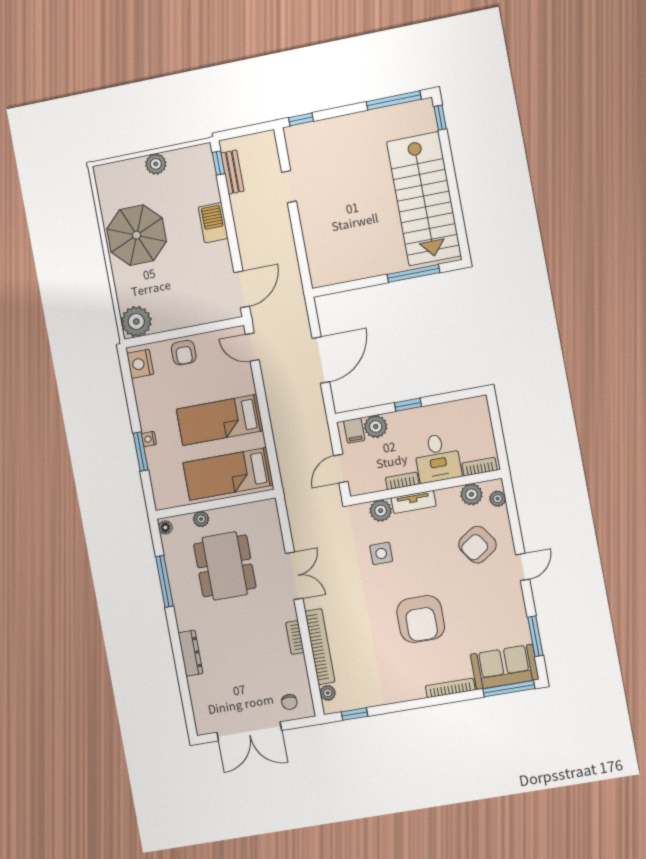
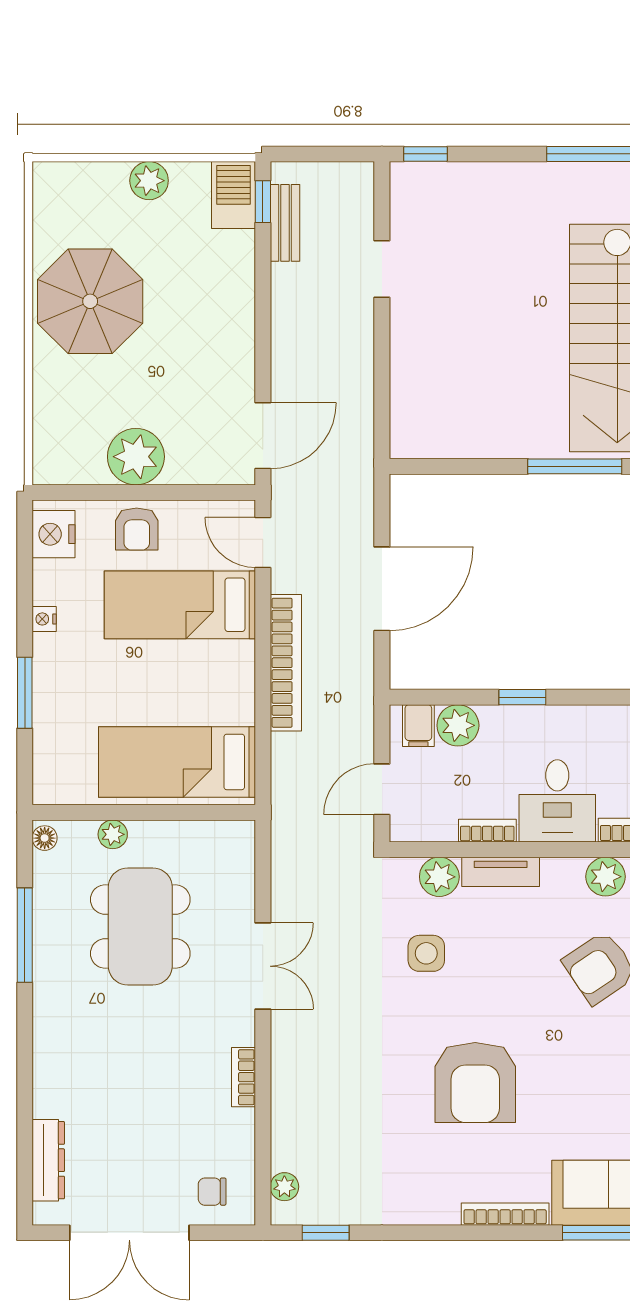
barbecue: (213, 223) -> (233, 195), moved
plant: (136, 321) -> (136, 457), moved
bed: (220, 420) -> (180, 605), moved
nightstand: (149, 439) -> (44, 619), moved
bookcase: (320, 647) -> (286, 663), moved
dresser: (190, 653) -> (48, 1160), moved
chair: (289, 702) -> (212, 1192), turned 90

